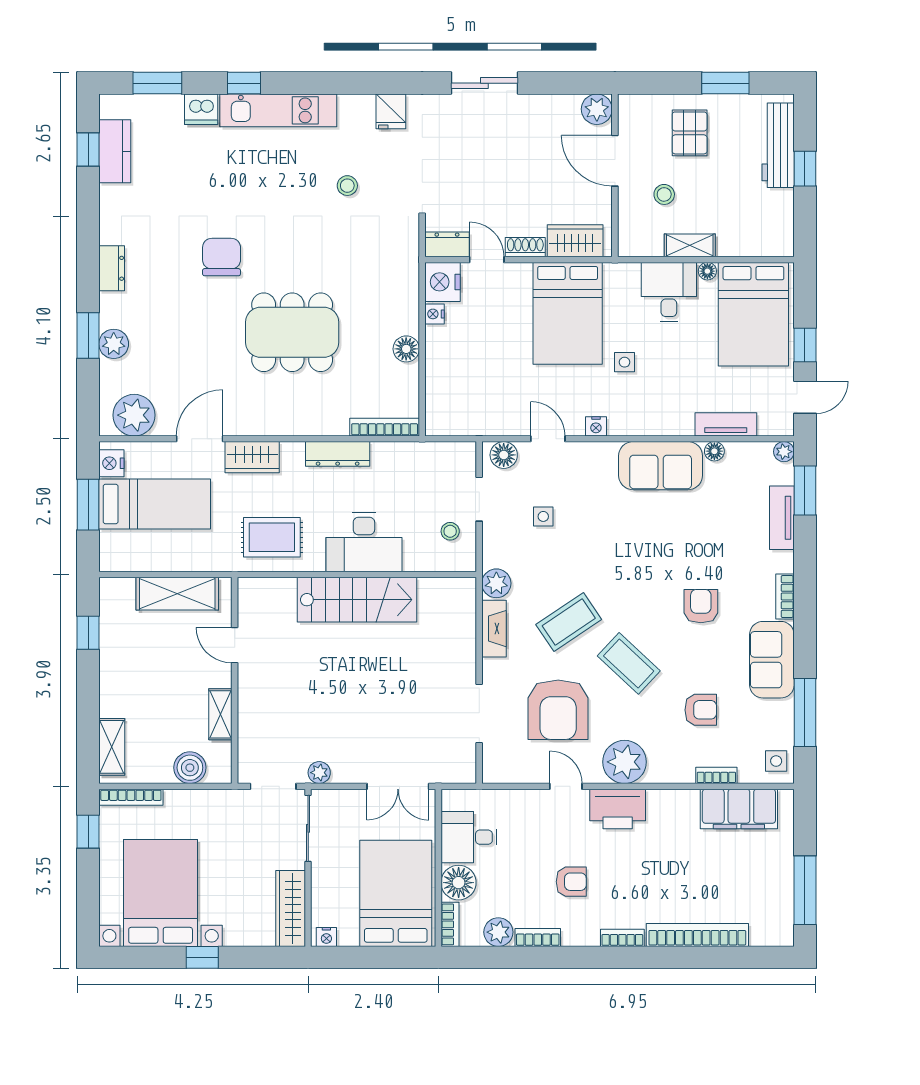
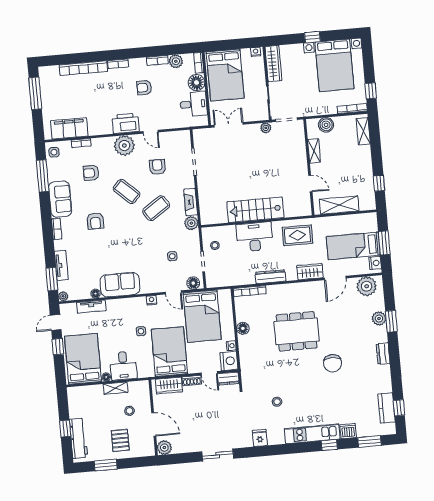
bed: (491, 383) -> (202, 316), added
armchair: (558, 710) -> (157, 167), width x0.53, depth x0.53

